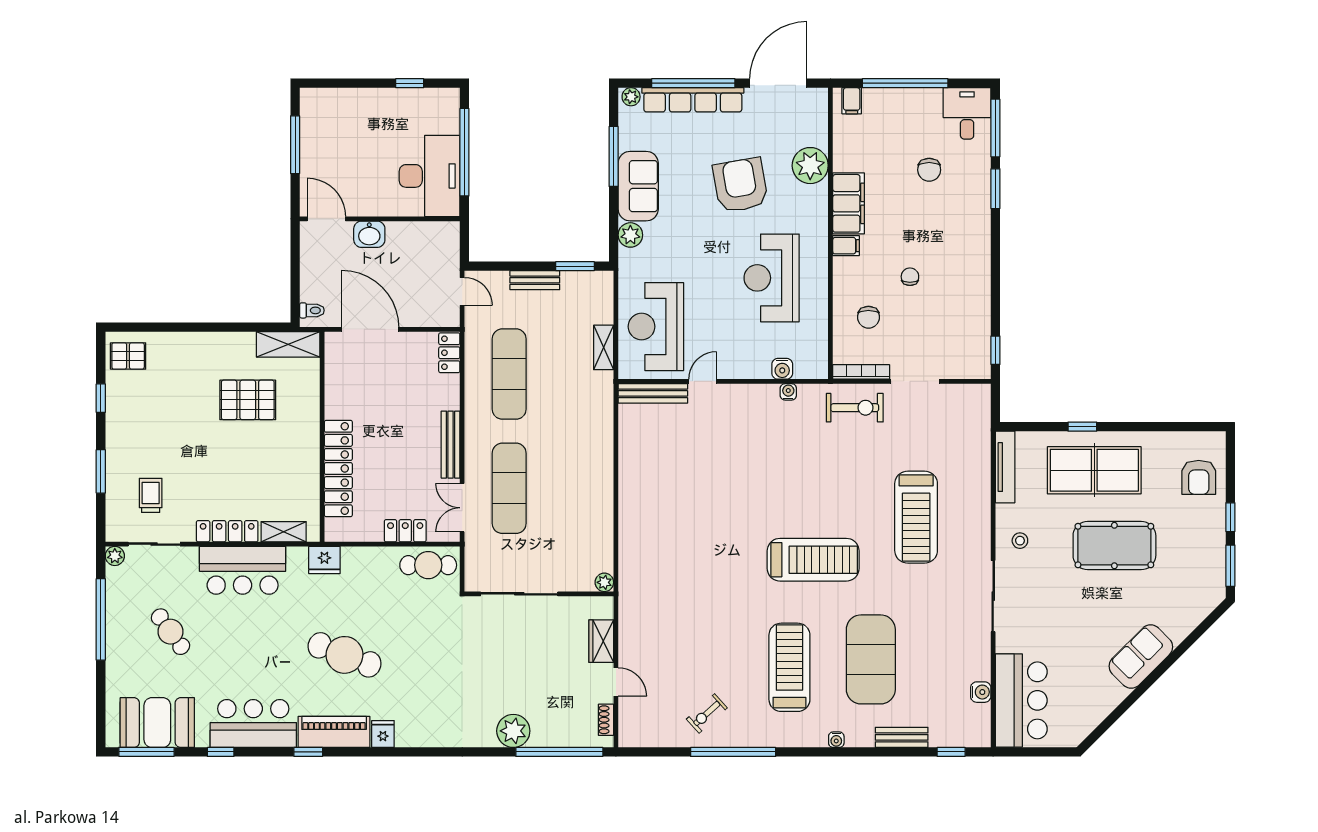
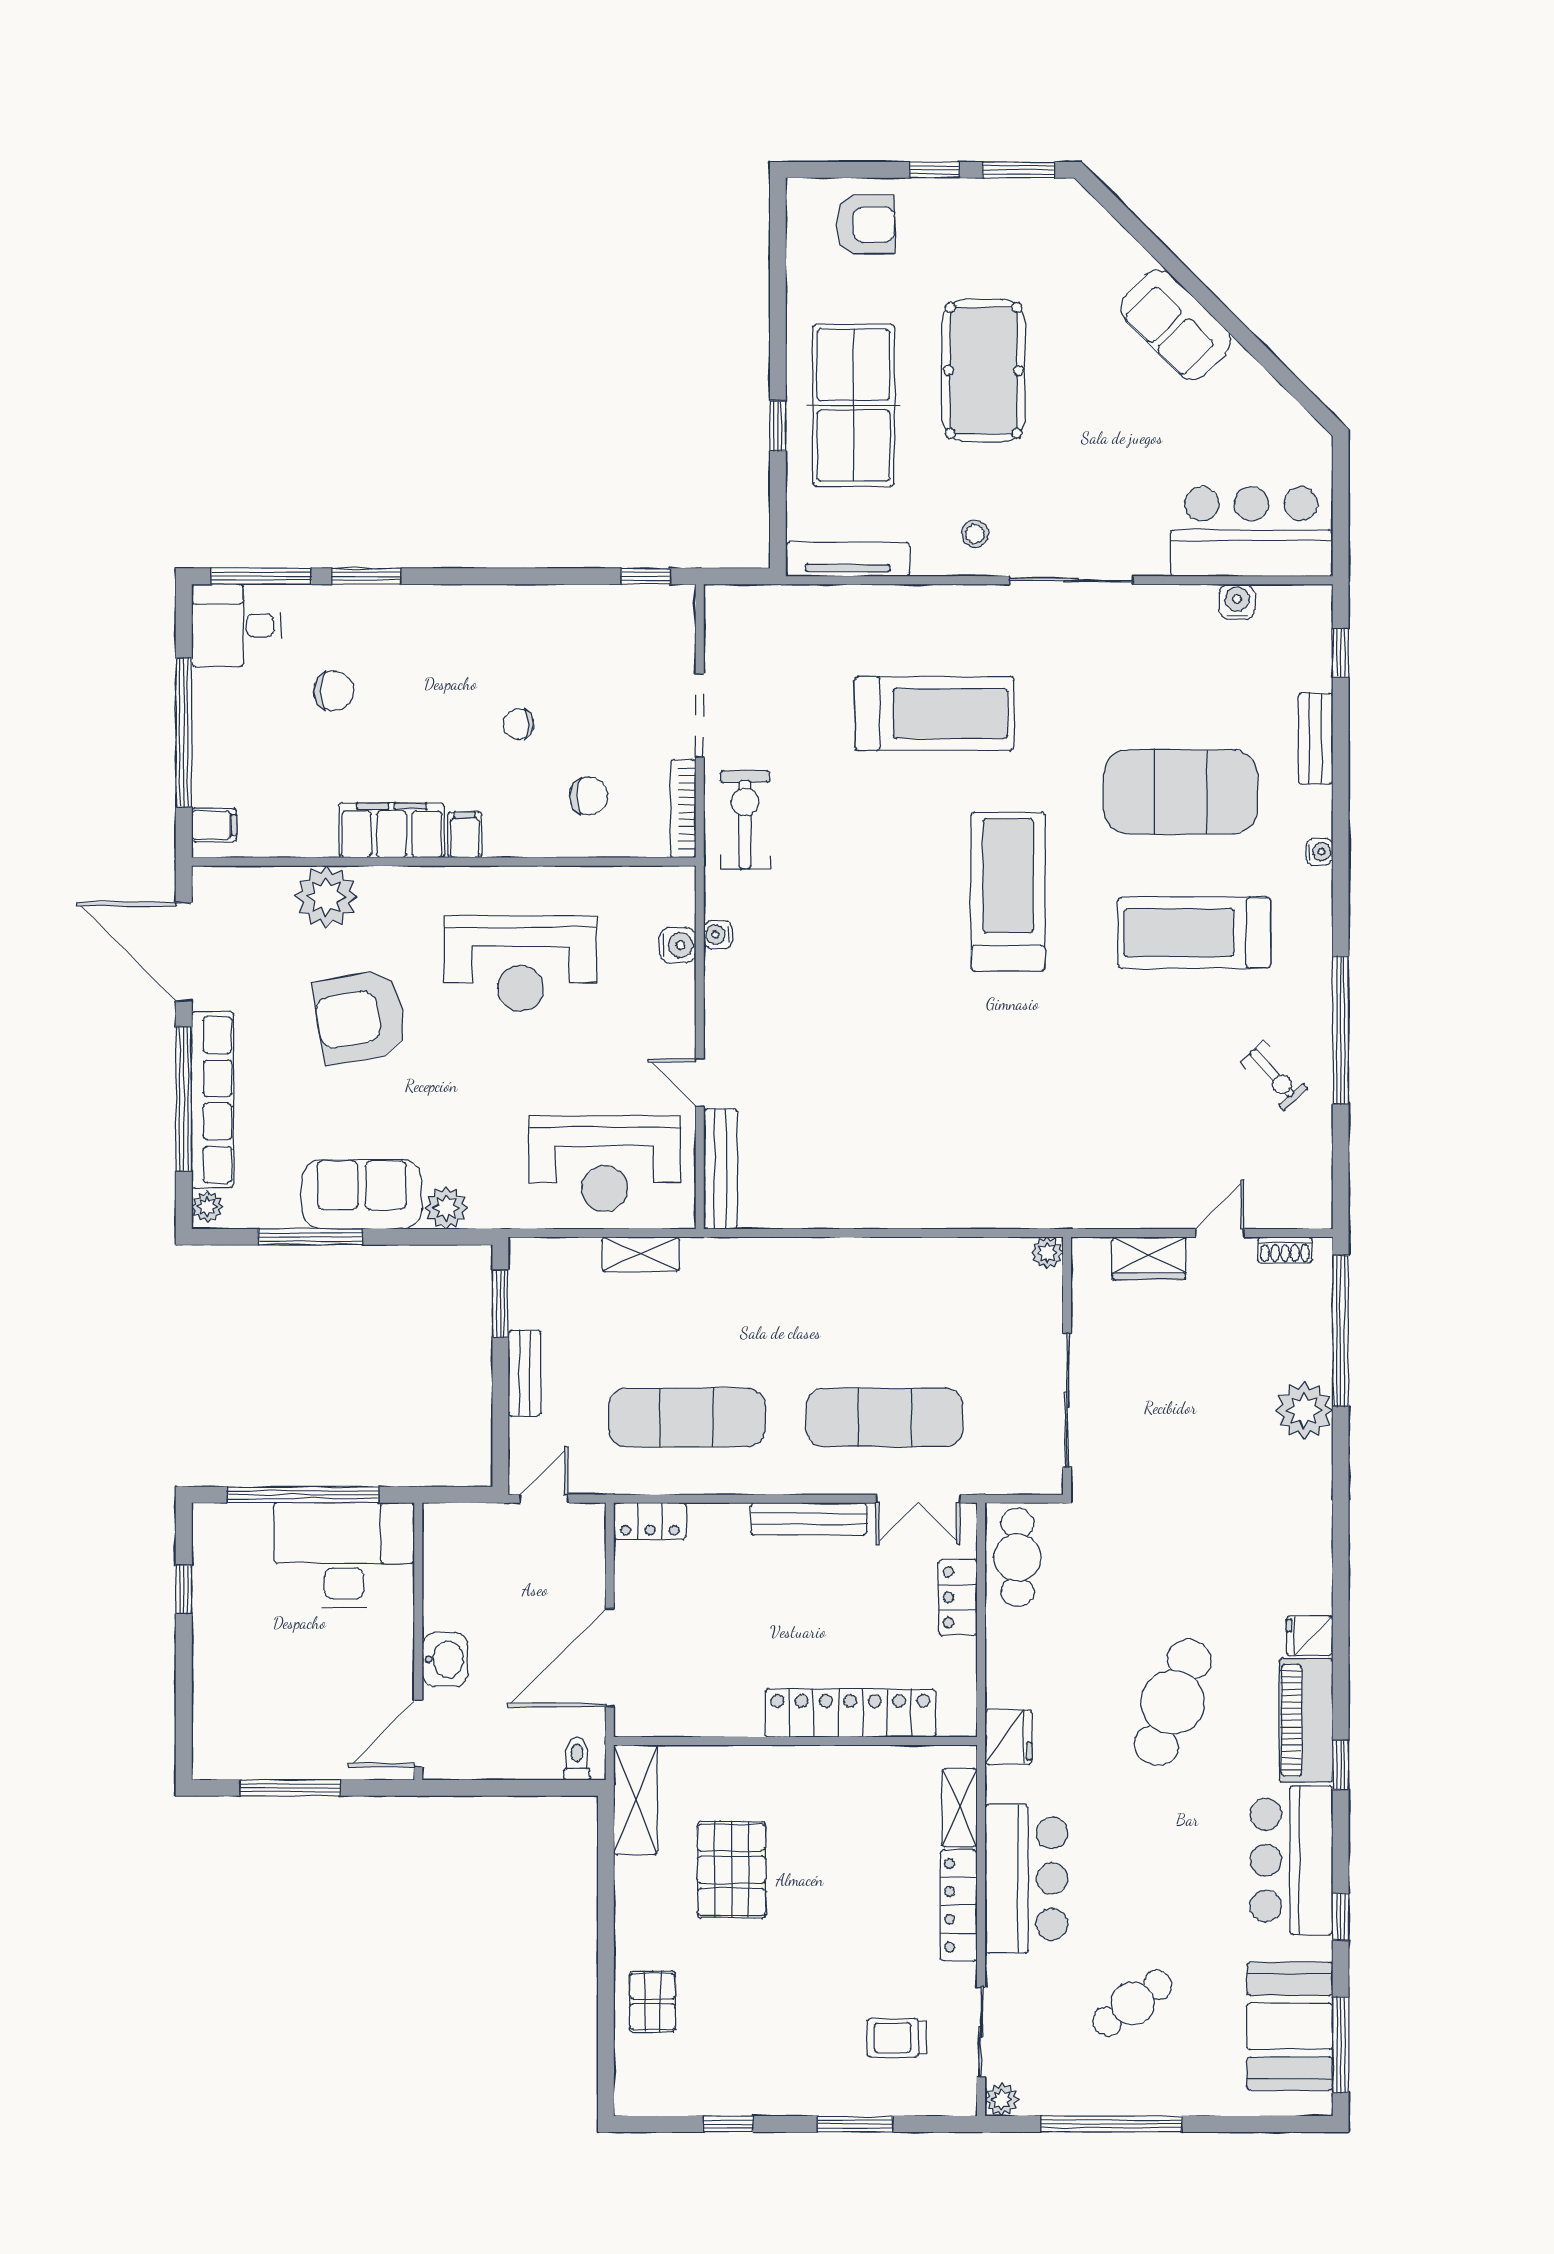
pallet: (128, 356) -> (652, 2002), moved

